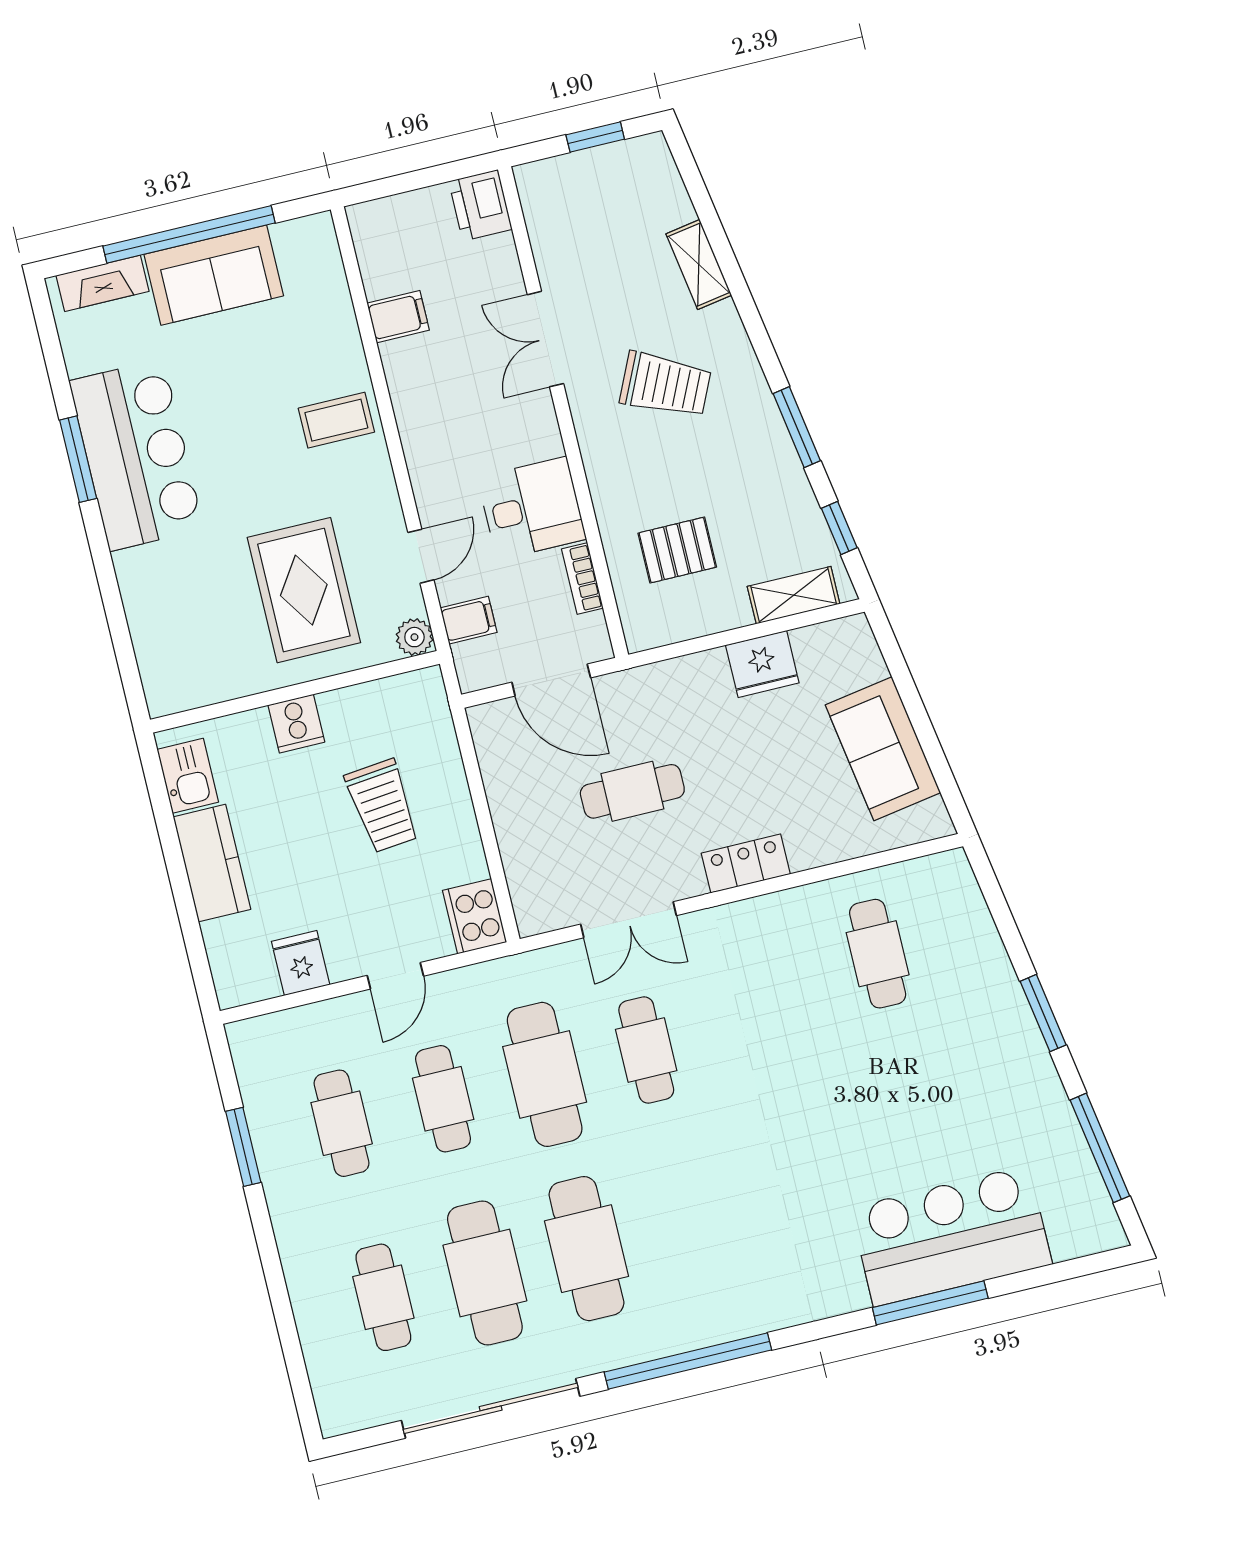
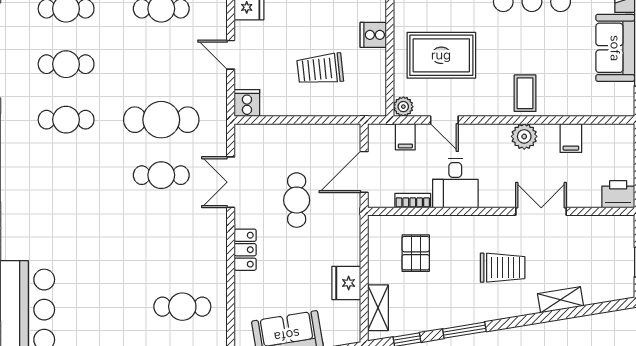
trolley: (665, 385) -> (503, 268), turned -115
plant: (416, 403) -> (524, 136), added
cooker: (475, 916) -> (247, 103), width x0.73
cafe table: (443, 1099) -> (161, 64), removed
cafe table: (586, 1249) -> (66, 120), width x0.73, depth x0.74
cafe table: (485, 1273) -> (66, 64), width x0.73, depth x0.74

